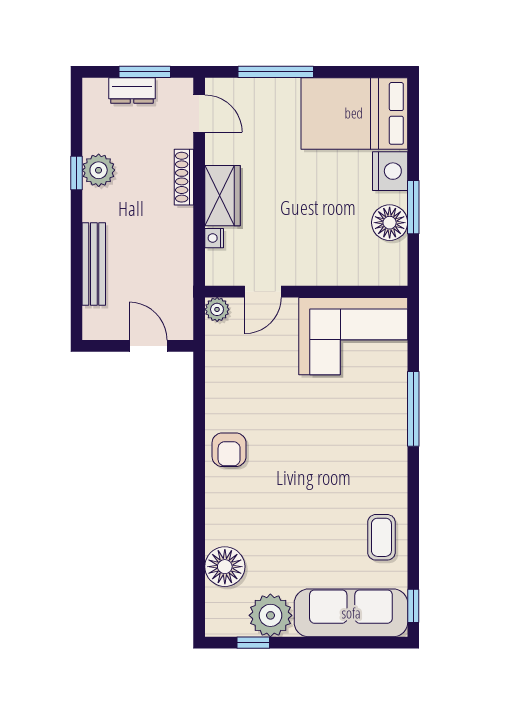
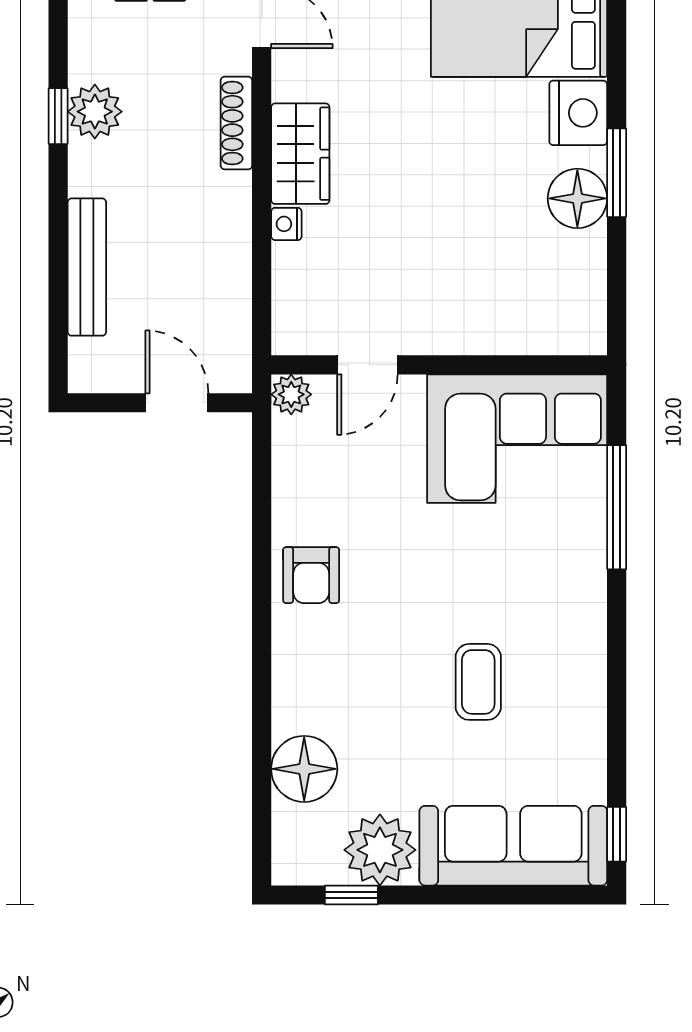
door: (263, 292) -> (367, 365), moved
wall: (306, 292) -> (439, 365), moved
plant: (217, 309) -> (291, 394), moved
corner sofa: (353, 336) -> (517, 439), moved
coffee table: (381, 537) -> (478, 682), moved

